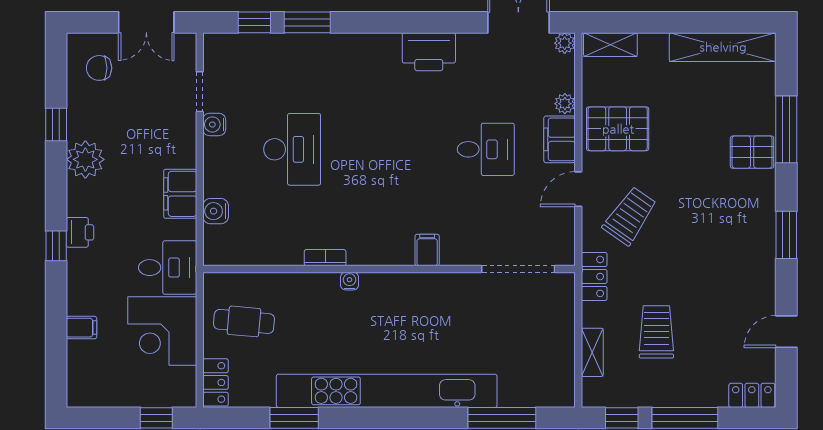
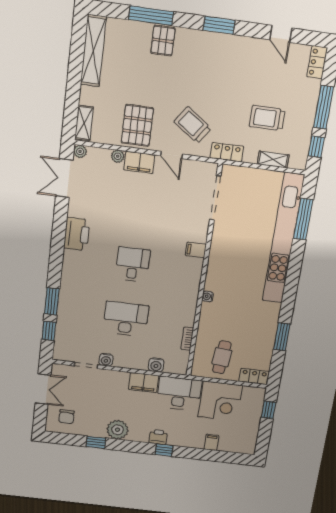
desk: (486, 149) -> (133, 264), moved
bookcase: (325, 258) -> (187, 339), moved
desk: (168, 268) -> (179, 393), width x1.37
kitchen unit: (387, 391) -> (283, 239), moved

